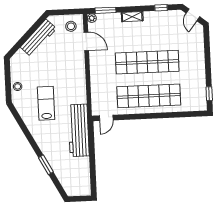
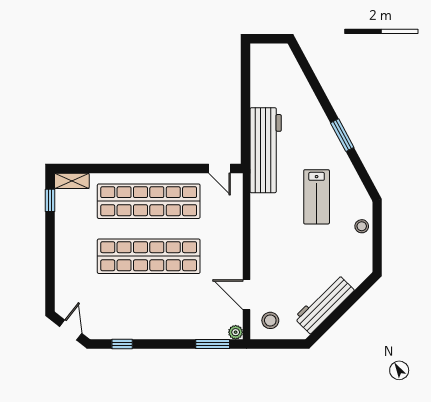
shelving: (132, 17) -> (72, 181), moved
door: (106, 118) -> (220, 169), swing flipped
window: (46, 165) -> (342, 135), moved

